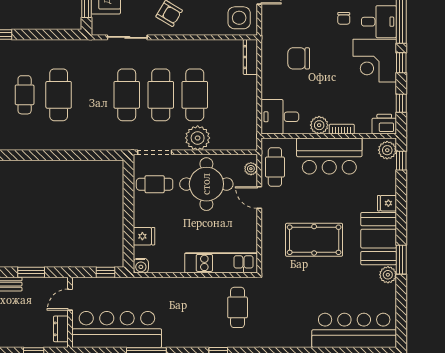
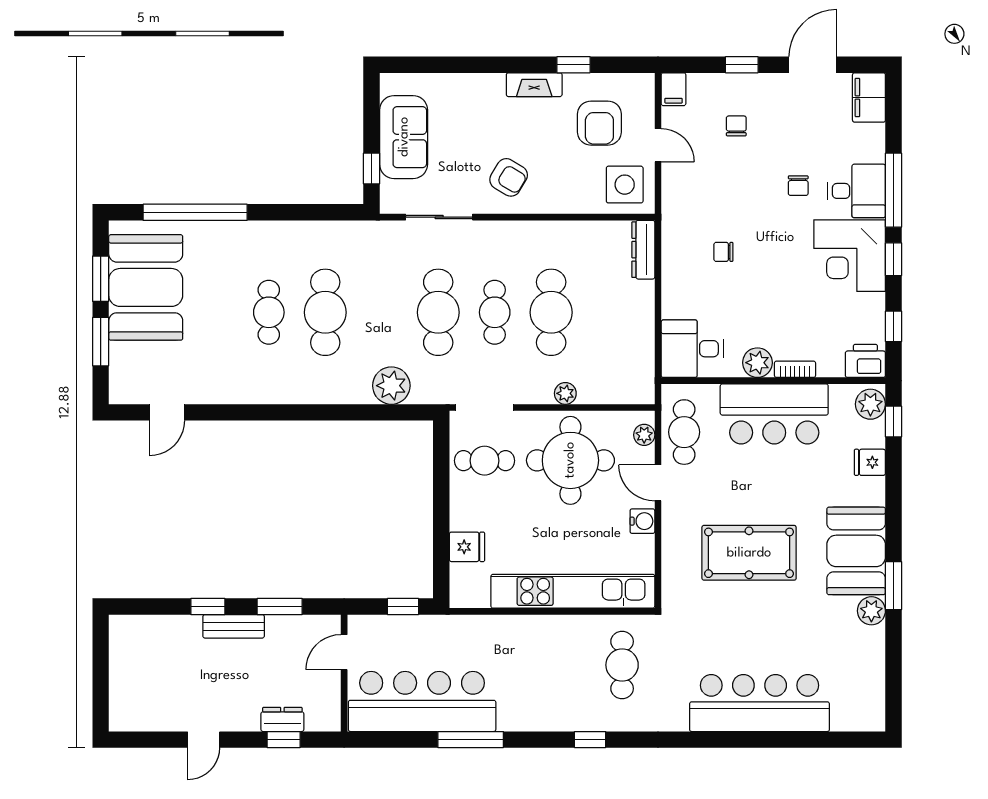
chair: (299, 58) -> (723, 252), width x0.54, depth x0.54
cafe table: (161, 95) -> (495, 312), width x0.73, depth x0.74
plant: (198, 138) -> (565, 393), width x0.53, depth x0.53
plant: (98, 139) -> (391, 386), added
fridge: (387, 203) -> (870, 462), moved
kitchen unit: (221, 263) -> (573, 591), width x1.36
water cooler: (141, 266) -> (642, 521), moved, turned -90
dresser: (61, 329) -> (282, 719), moved, turned 90
bar counter: (354, 330) -> (759, 703), moved

